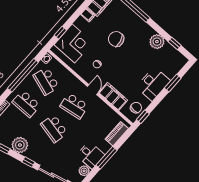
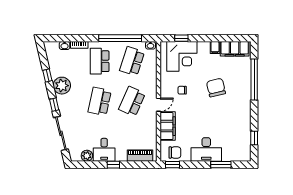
plant: (157, 42) -> (243, 122), removed
school desk: (74, 106) -> (132, 101), turned 33
window: (107, 158) -> (113, 165), width x0.46

